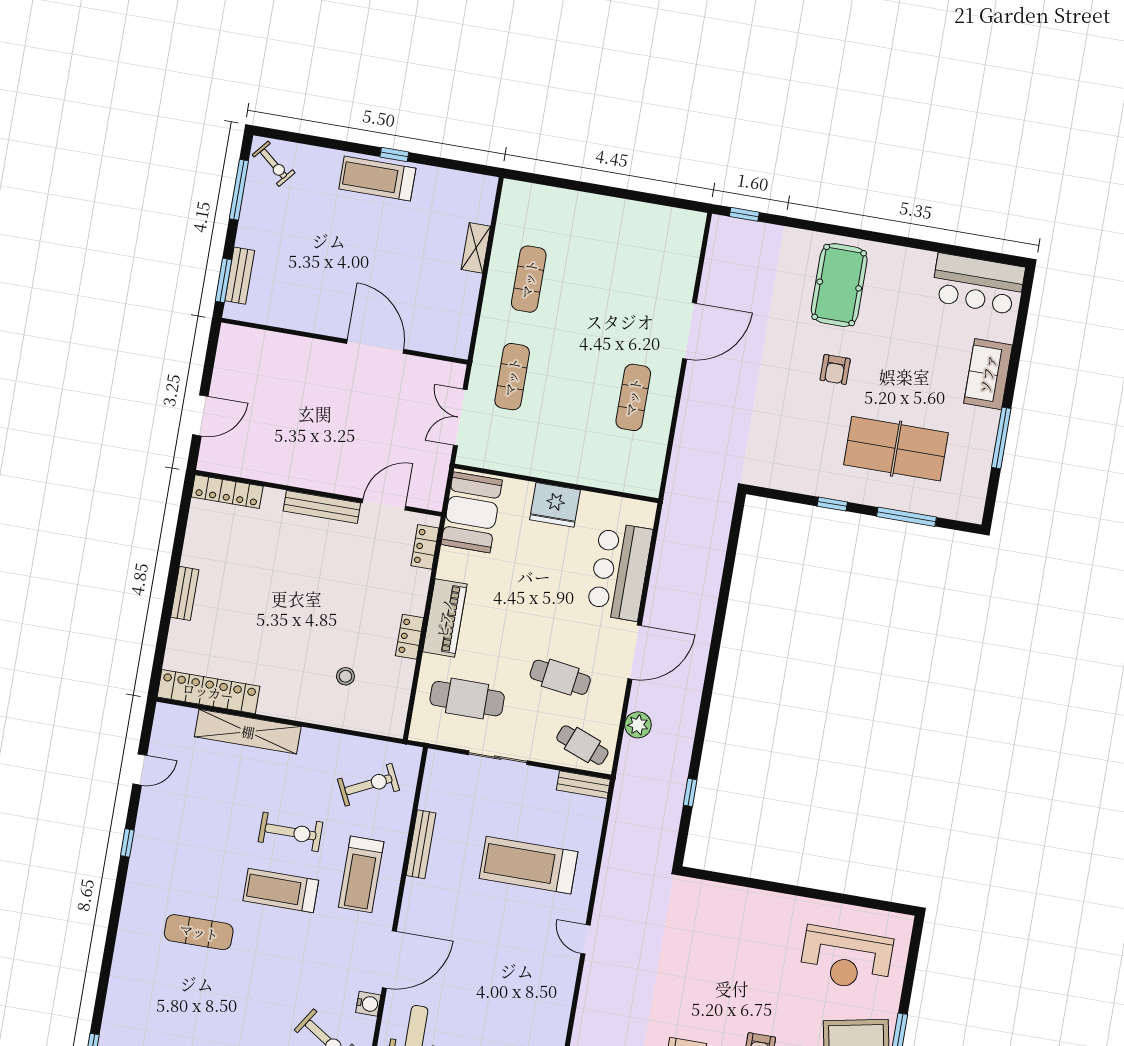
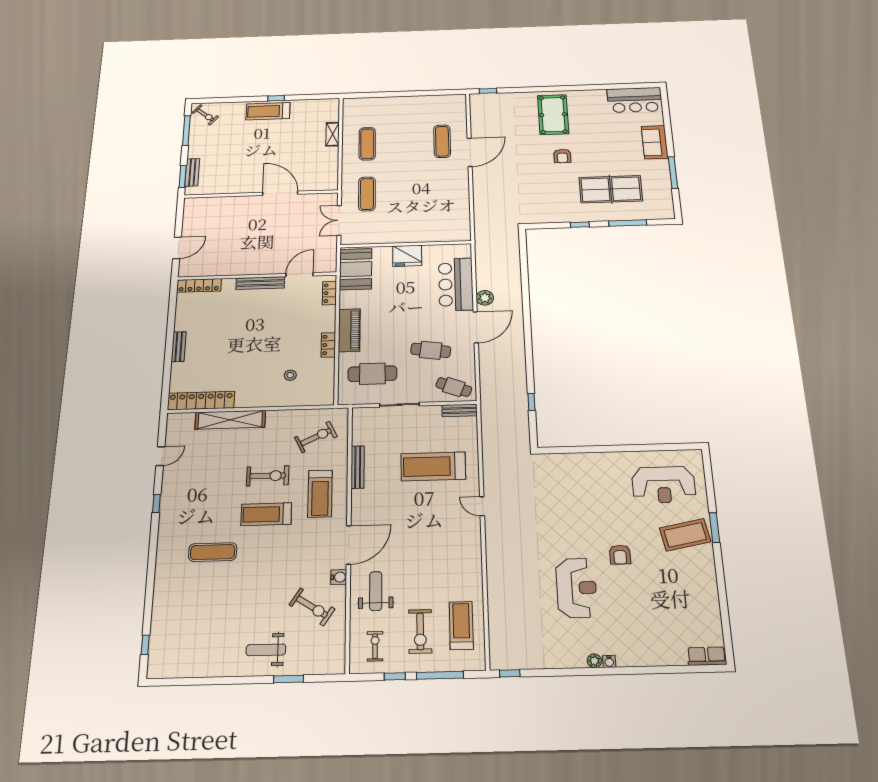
exercise mat: (633, 397) -> (442, 141), moved
plant: (638, 725) -> (485, 298), moved

